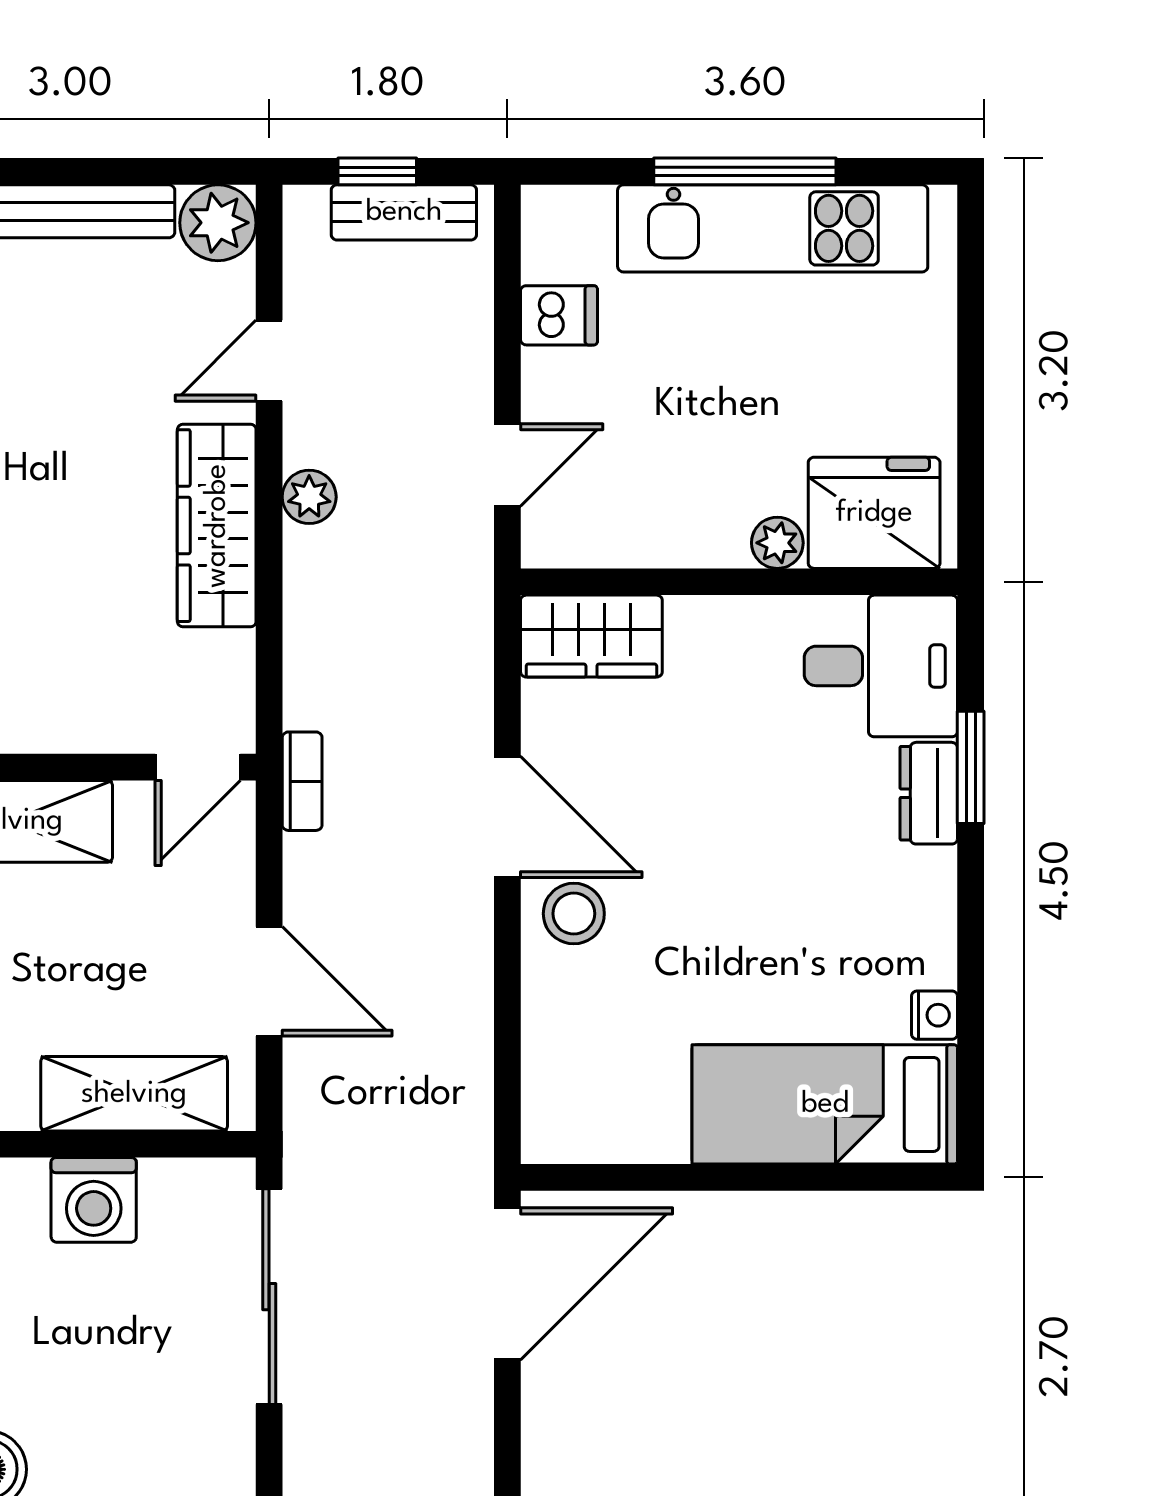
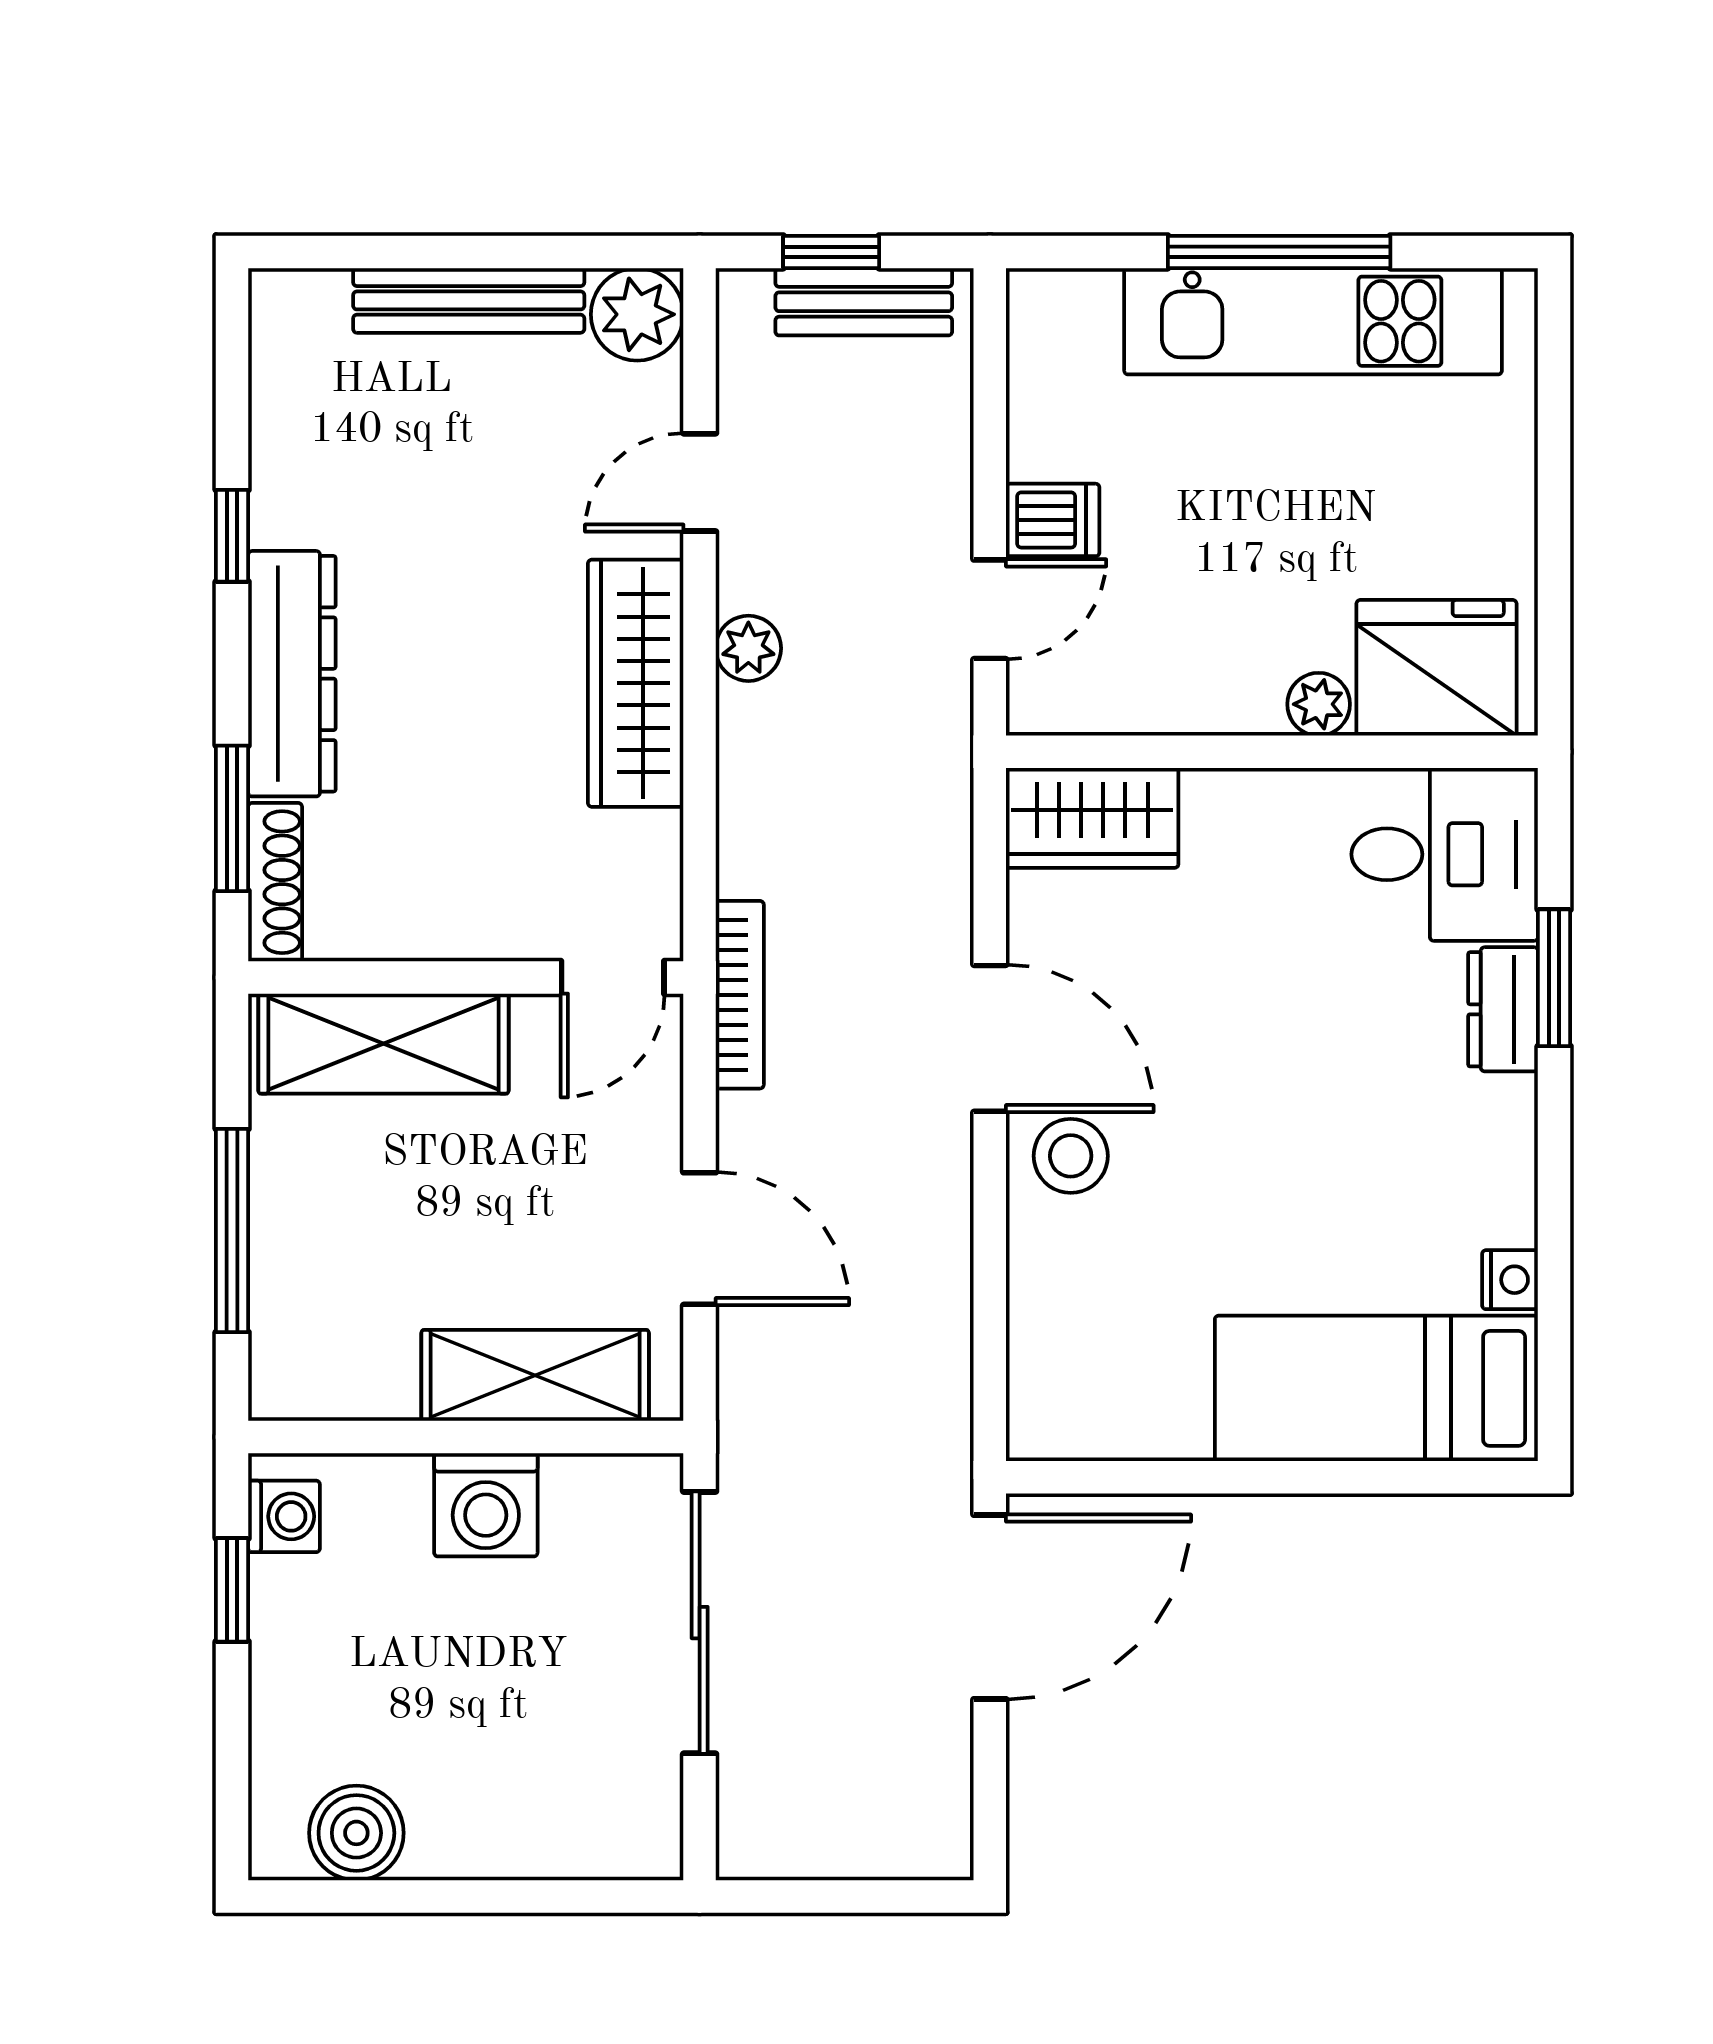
dishwasher: (559, 315) -> (1053, 520), moved
bookcase: (302, 781) -> (740, 995), width x1.56

